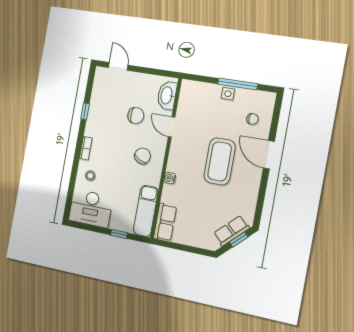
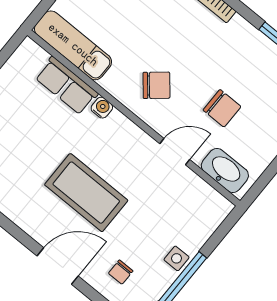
chair: (136, 115) -> (222, 108), turned -90
chair: (143, 156) -> (157, 85), turned -66
row of seats: (165, 222) -> (67, 86), moved

